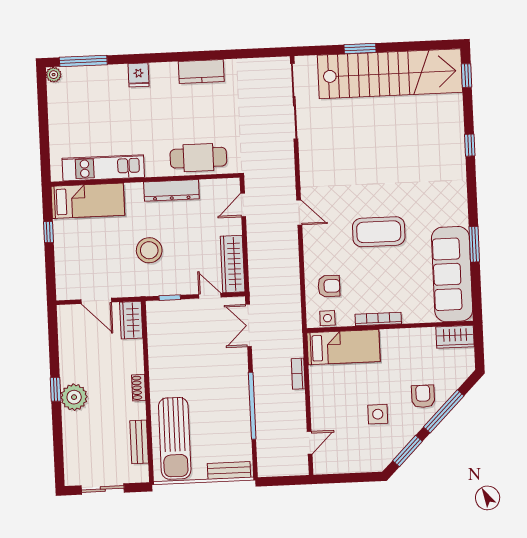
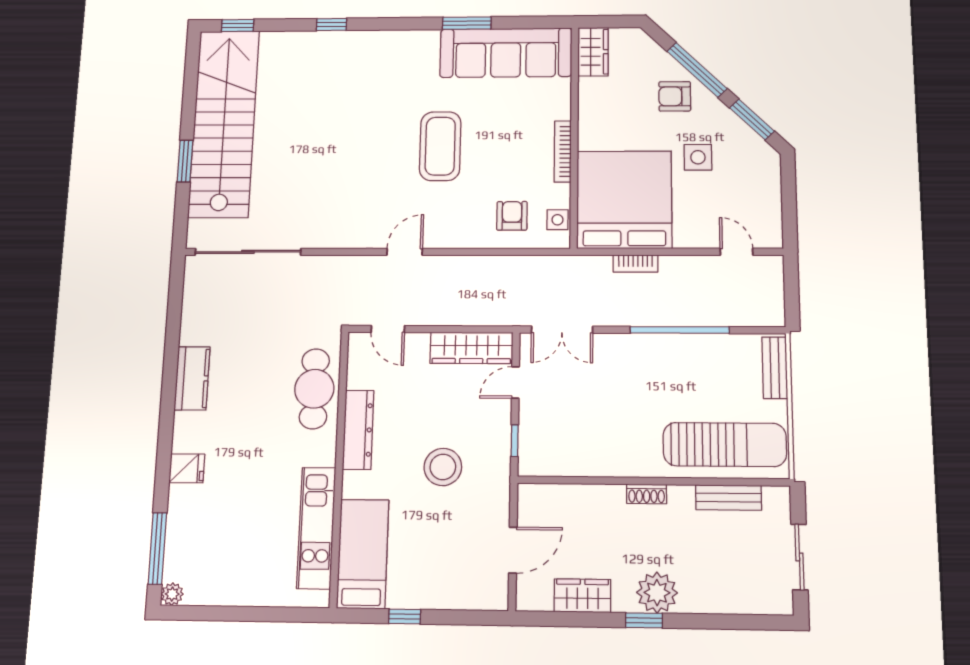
wardrobe: (131, 320) -> (582, 596), moved, turned 180
bed: (343, 347) -> (624, 200), width x2.04

